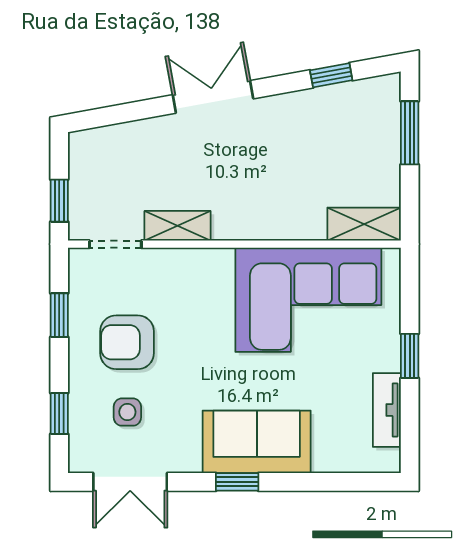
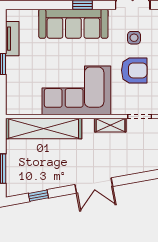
shelving: (364, 224) -> (44, 128), width x2.20, depth x1.33
corner sofa: (308, 300) -> (76, 90), moved
sofa: (257, 442) -> (73, 24), width x1.36

